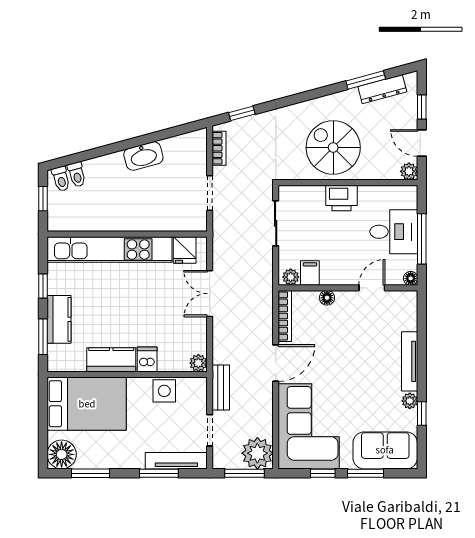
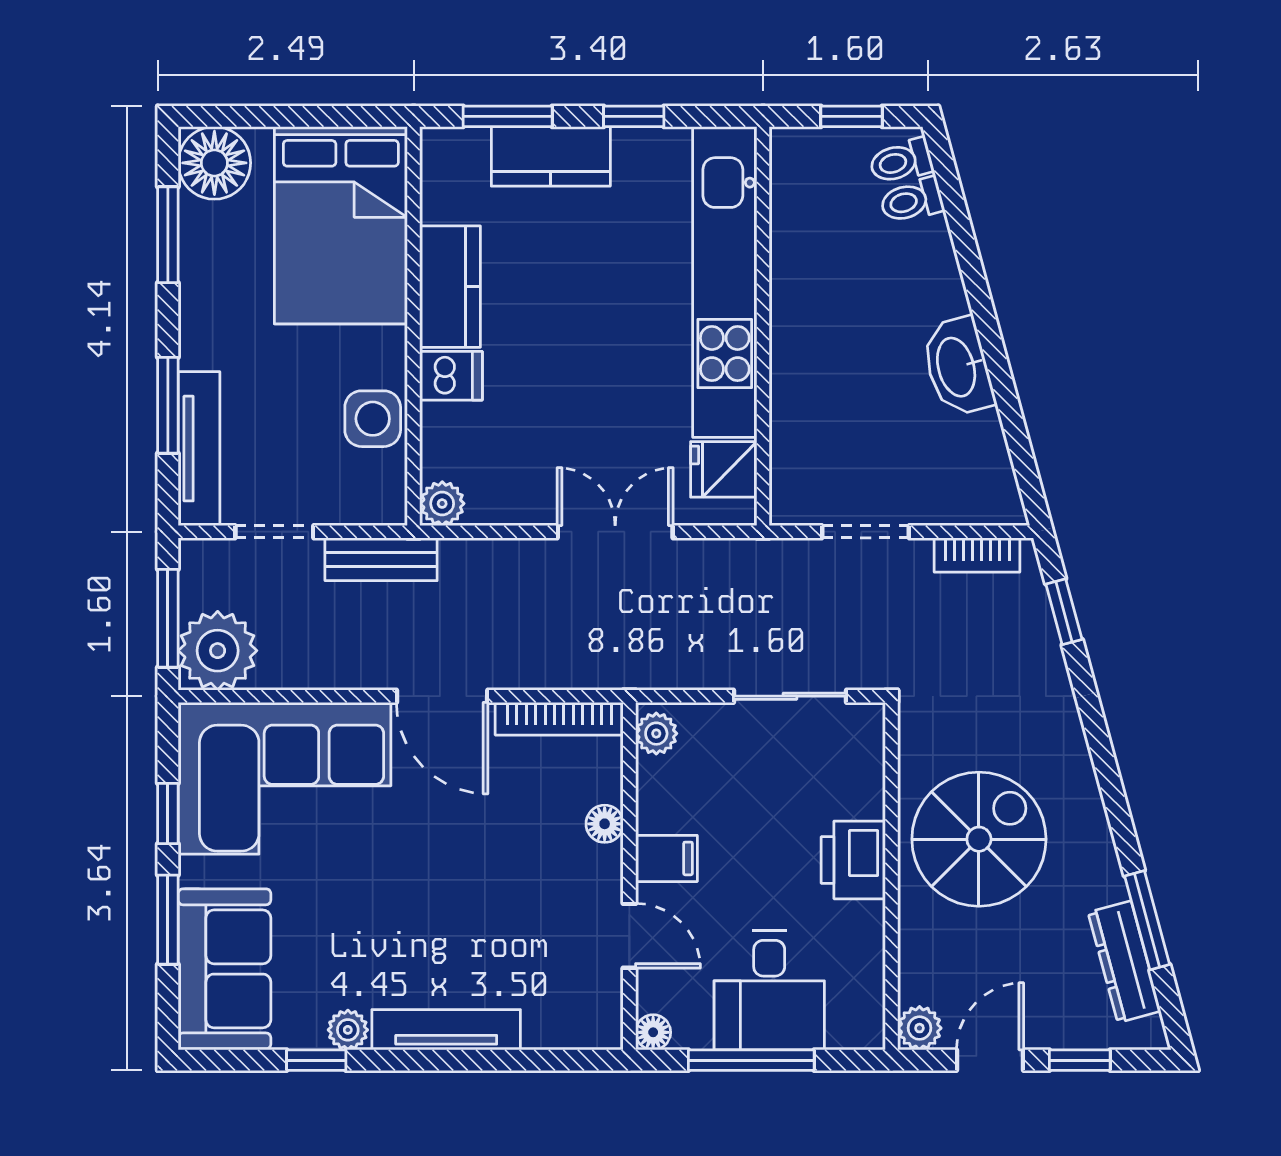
filing cabinet: (310, 273) -> (666, 858), moved

